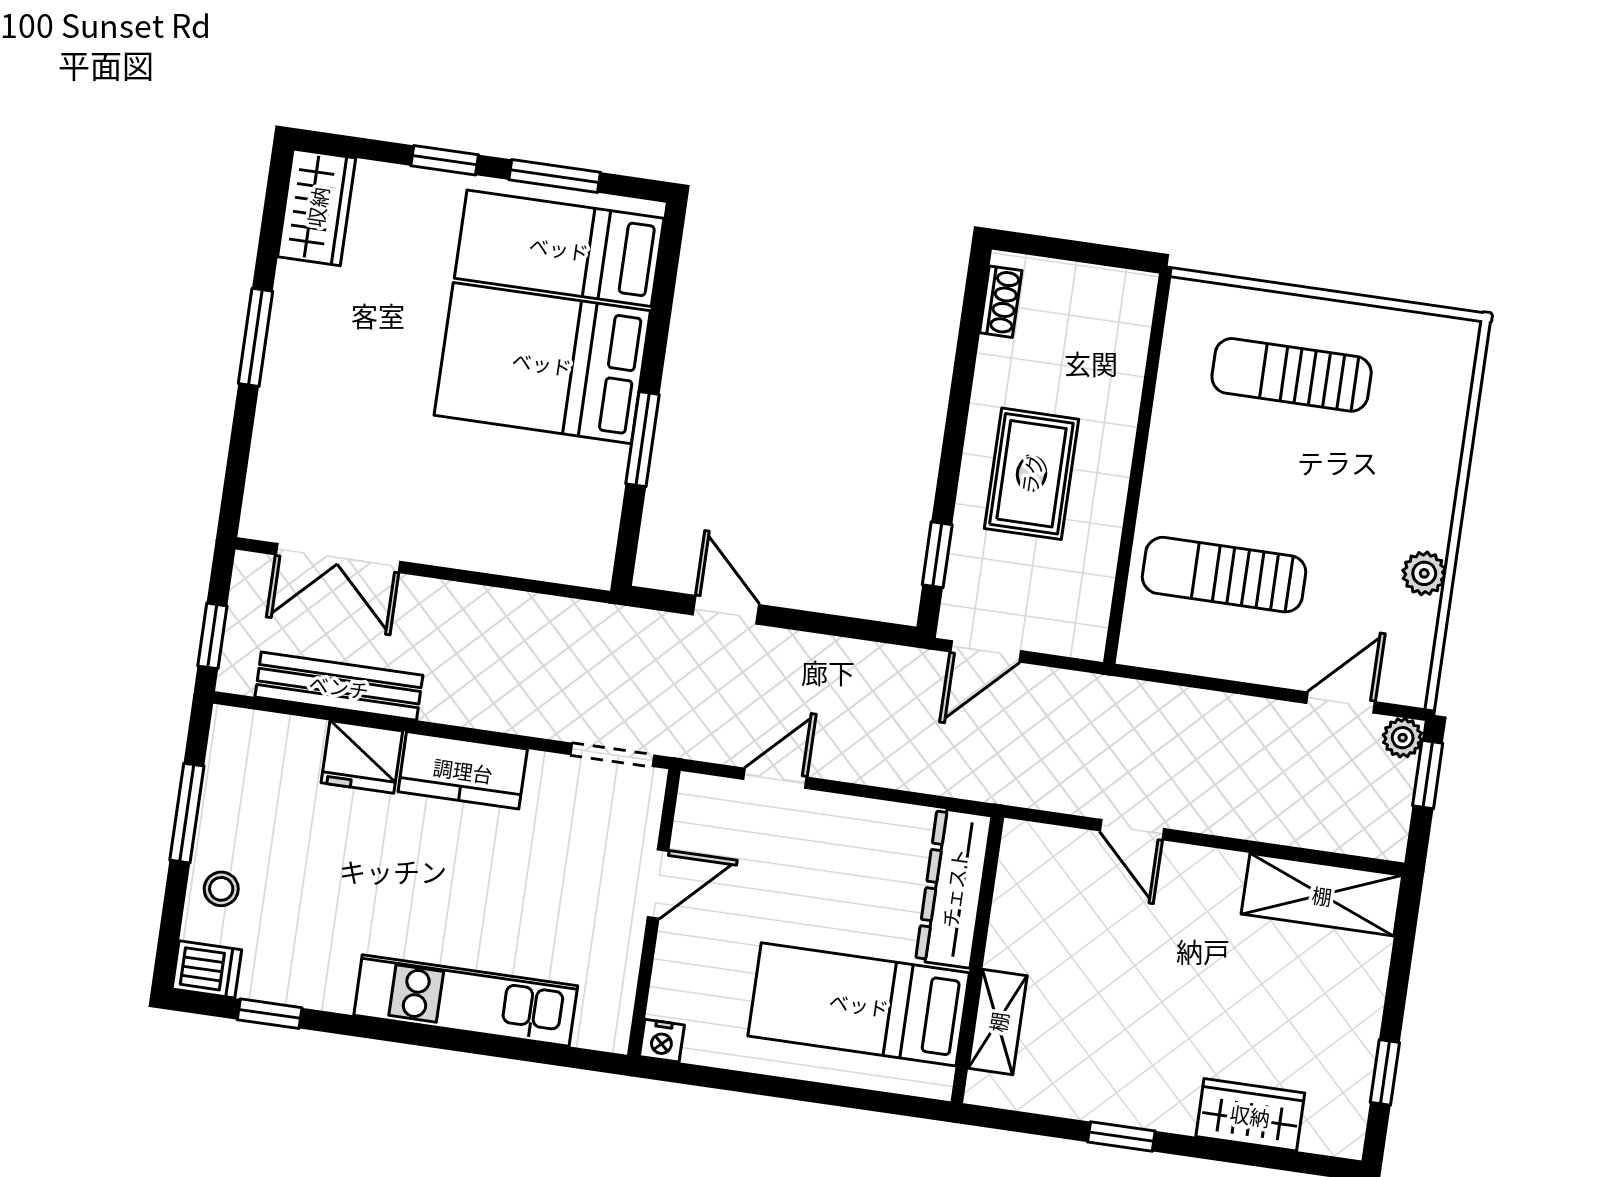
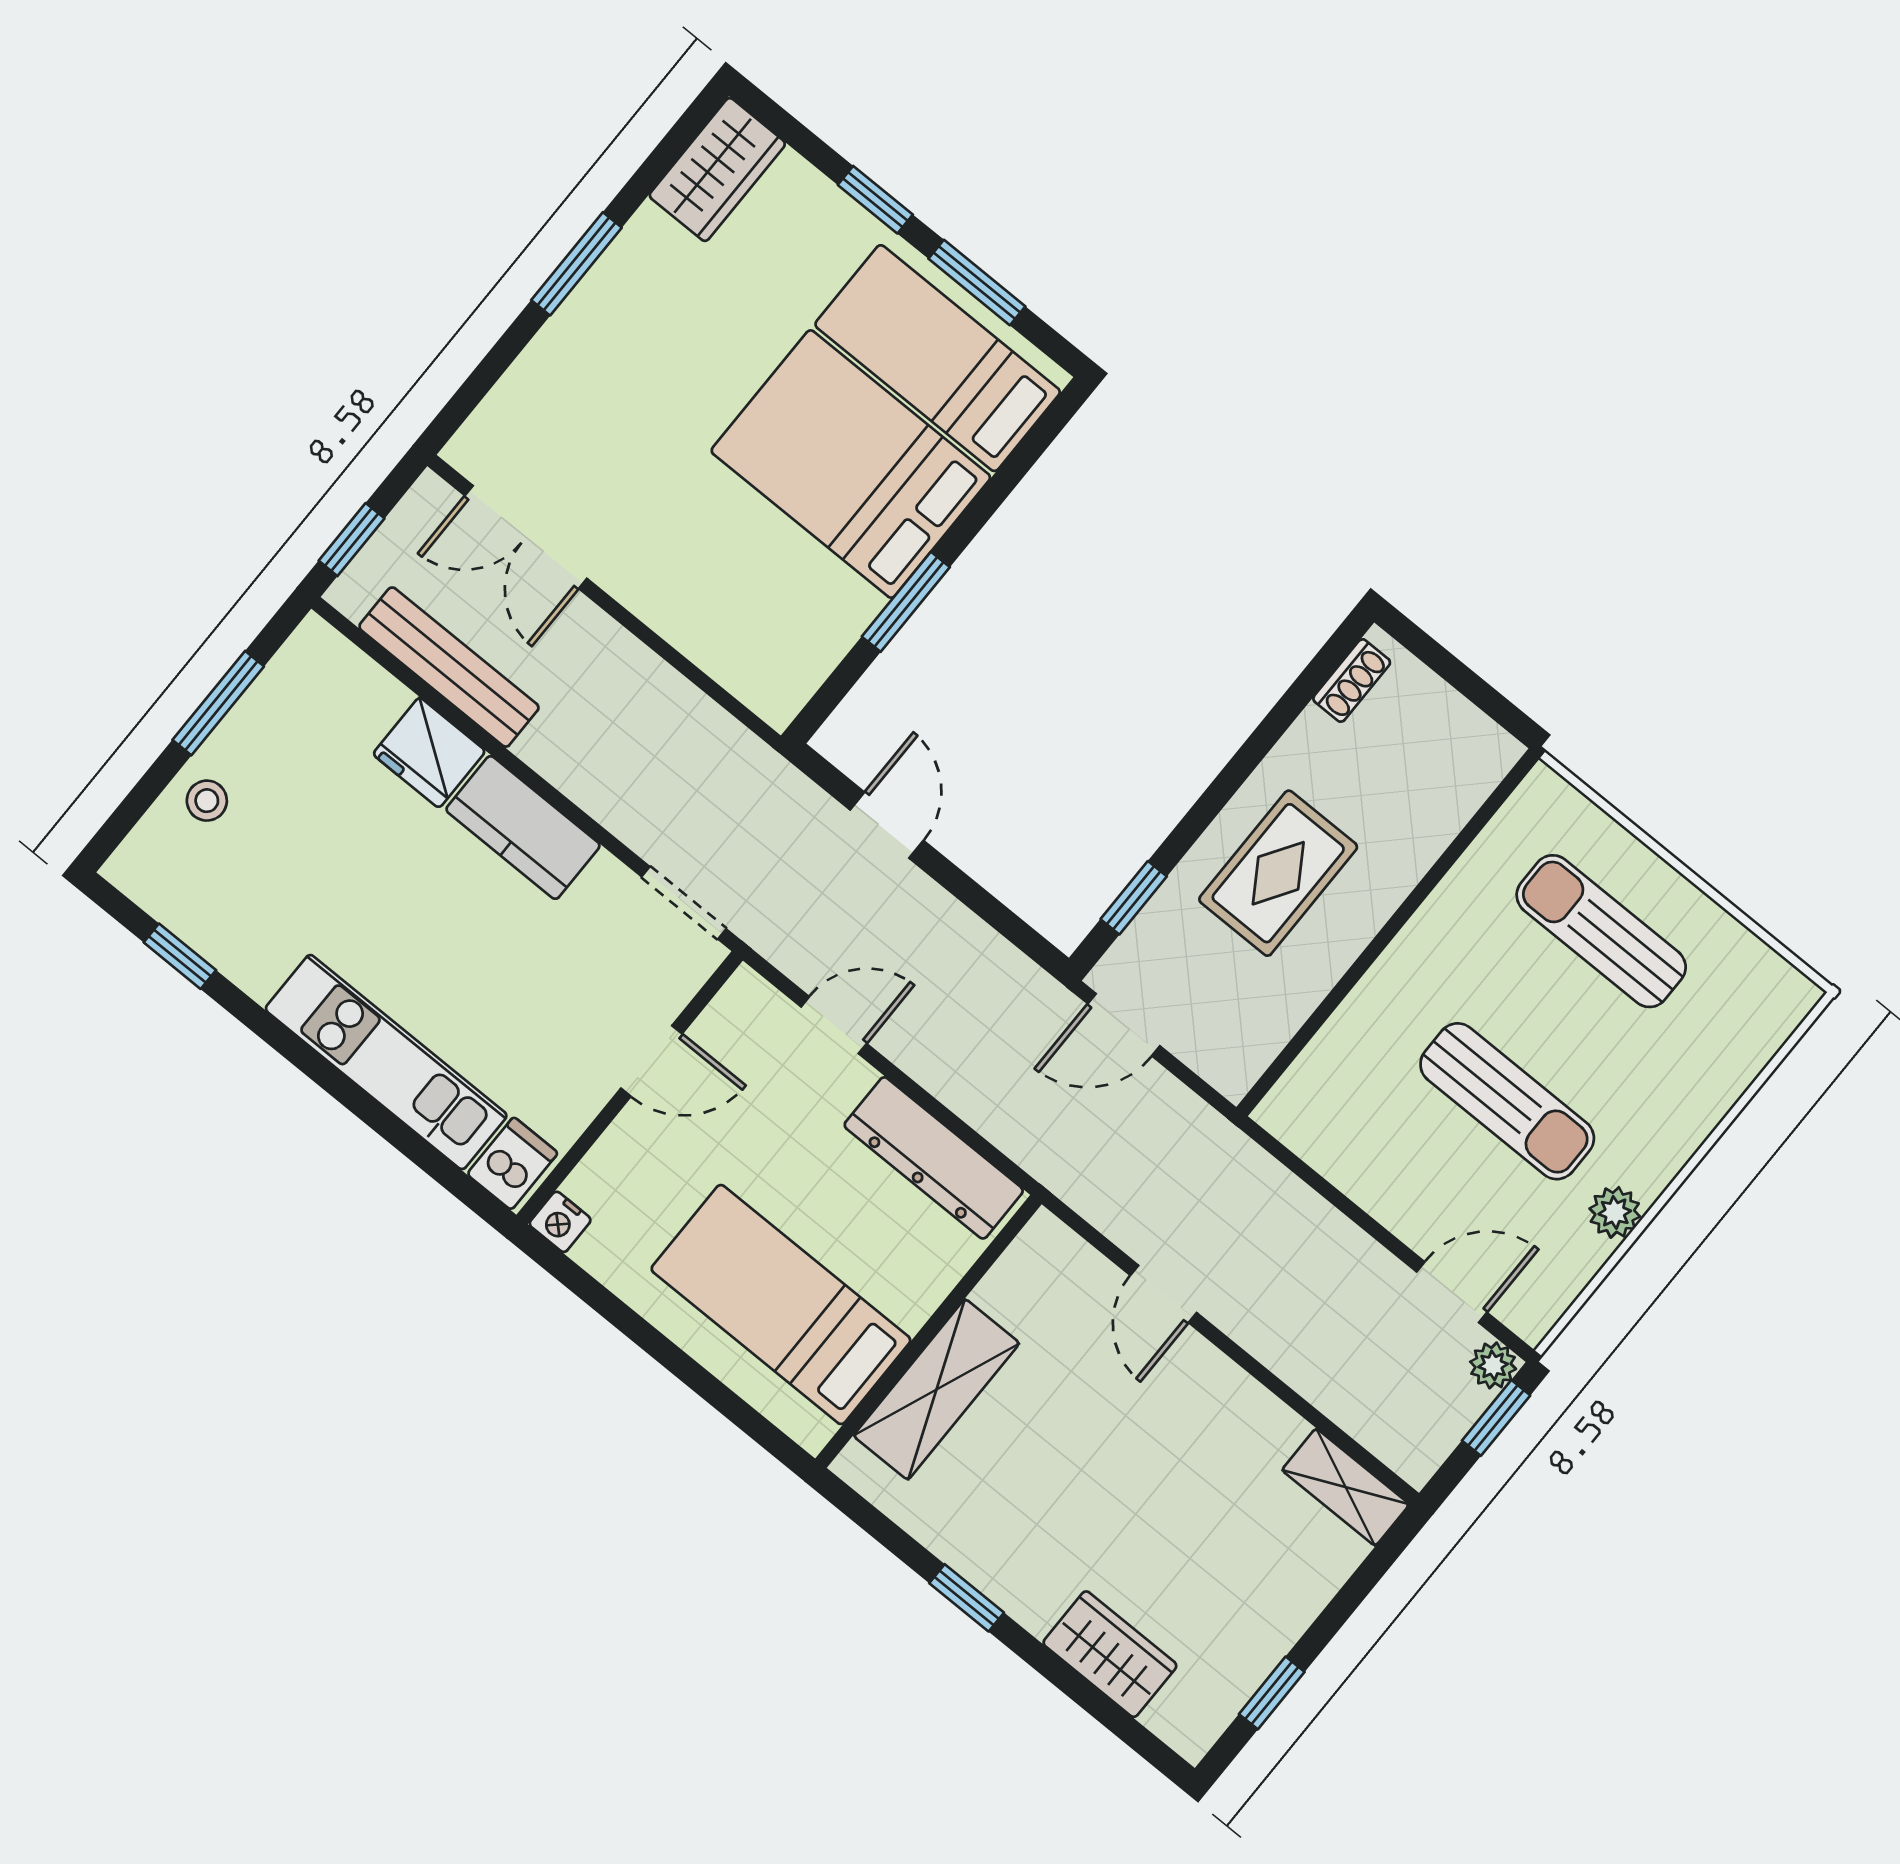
sun lounger: (1224, 575) -> (1507, 1101), moved, turned 180
dresser: (954, 888) -> (934, 1158), moved, turned -90
shelving: (1322, 895) -> (1346, 1487), width x0.67, depth x0.75
dishwasher: (207, 969) -> (512, 1164), moved, turned -90
shelving: (998, 1022) -> (936, 1389), width x1.50, depth x1.33

